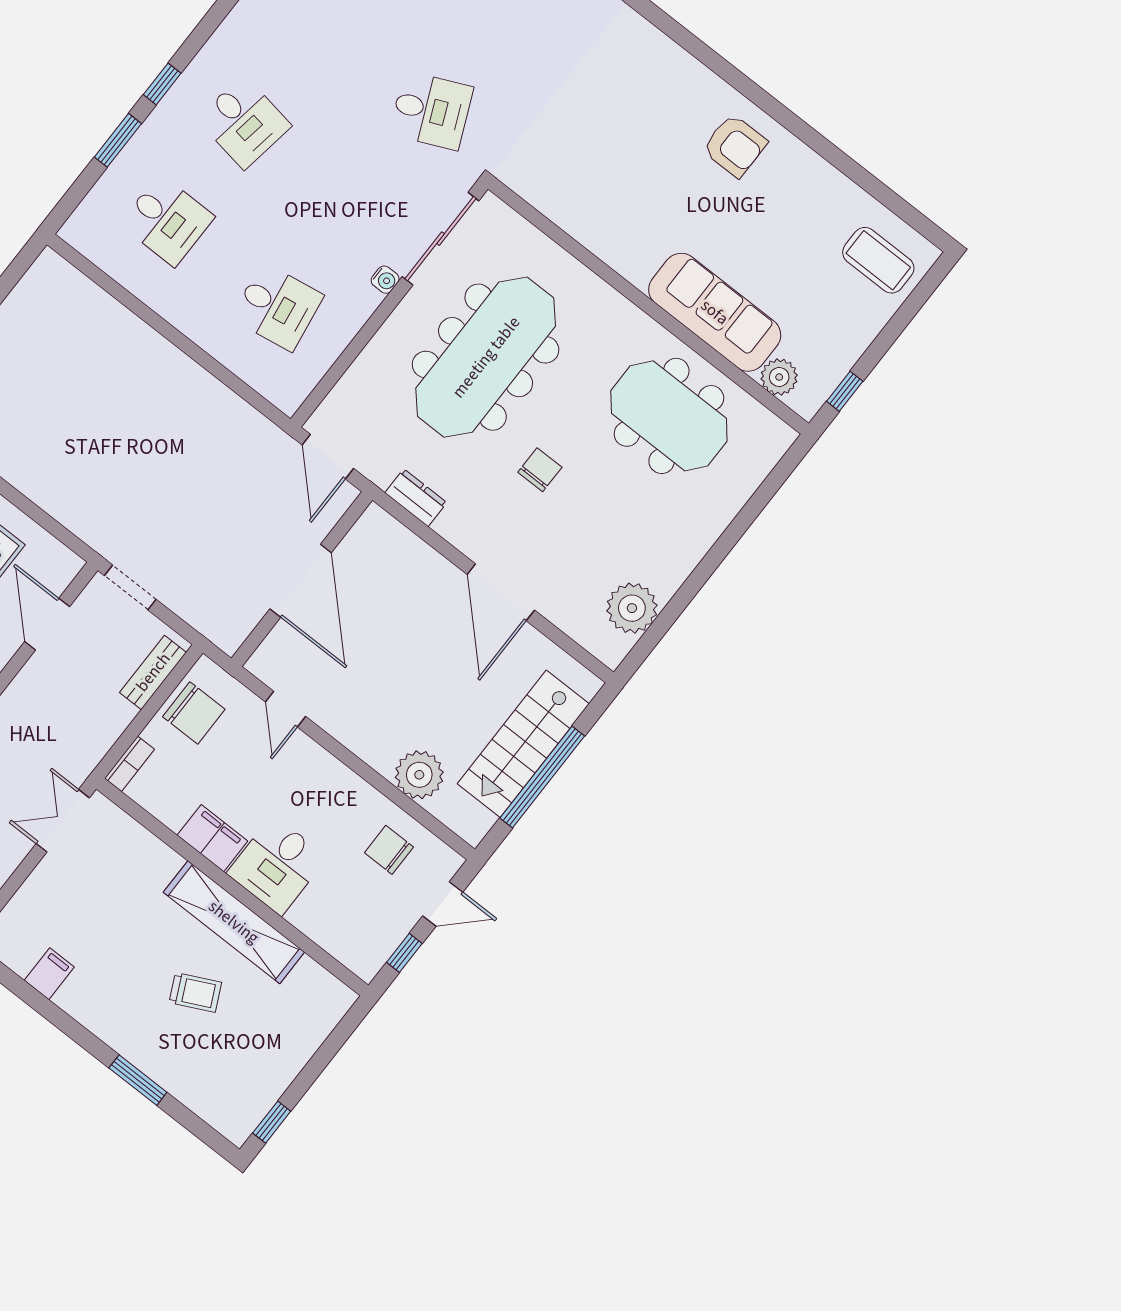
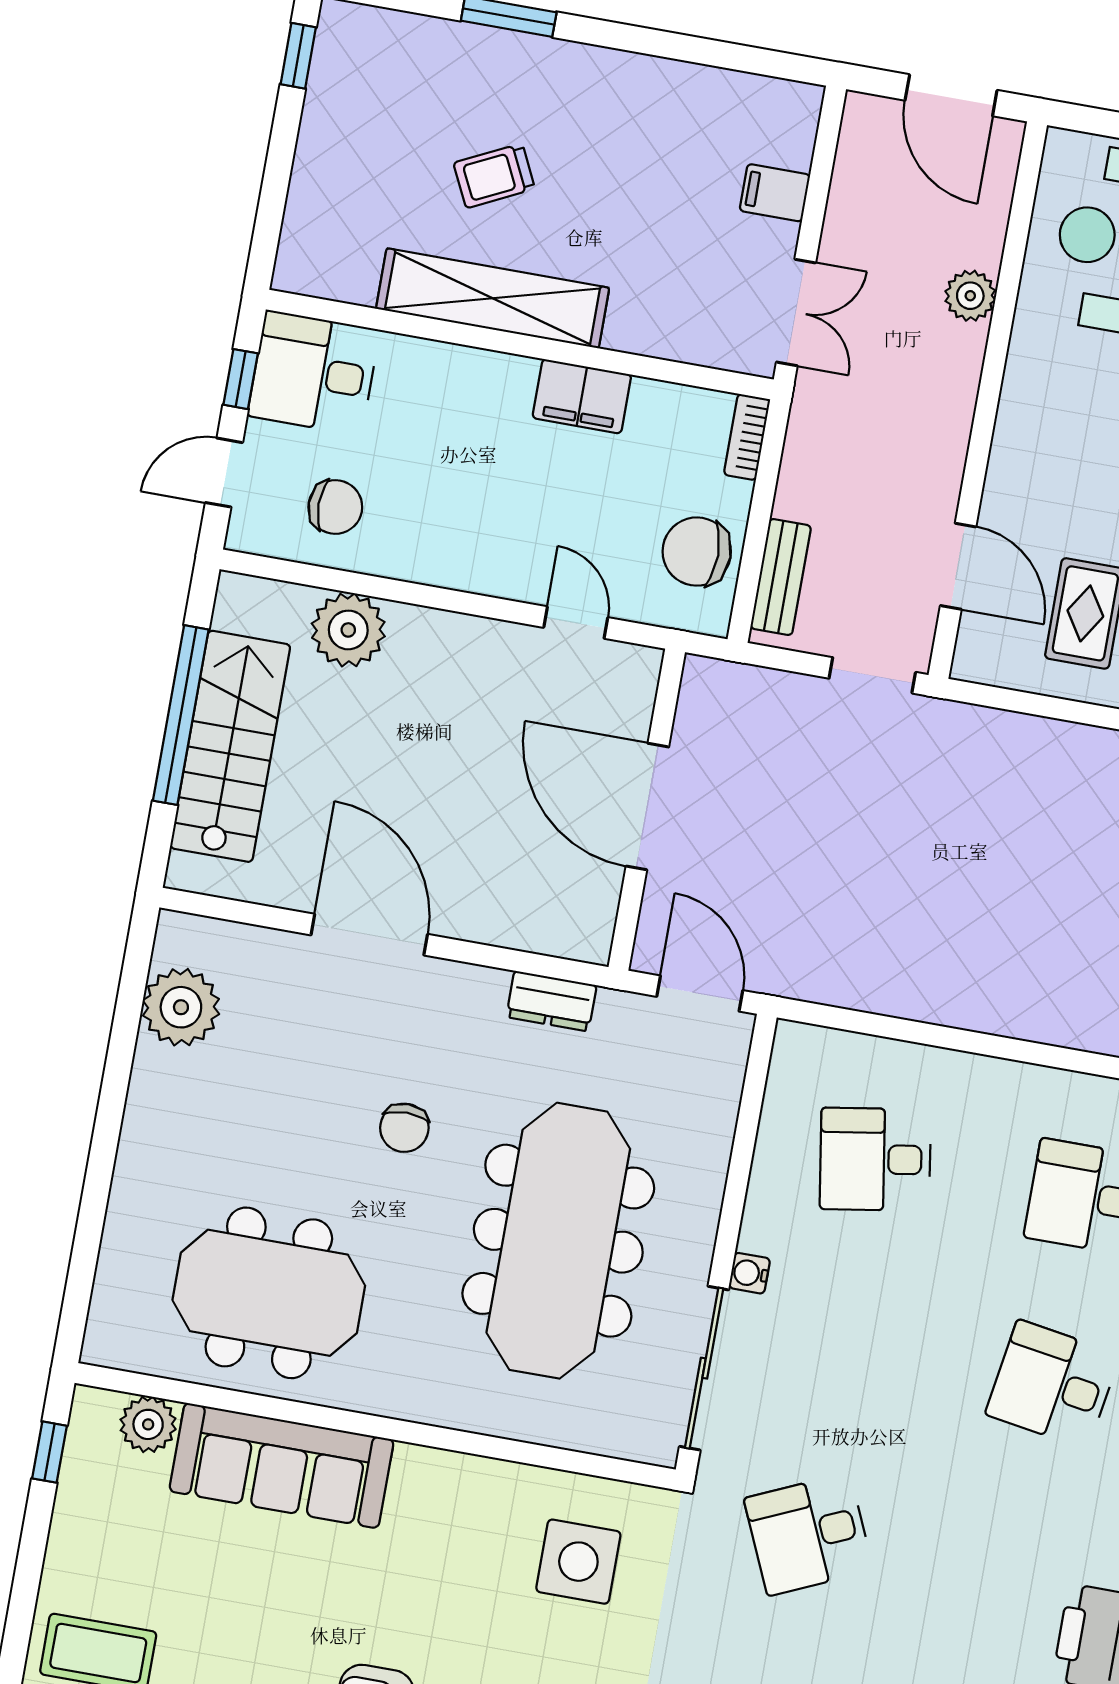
side table: (573, 165) -> (578, 1562), added
desk: (277, 865) -> (314, 373), moved, turned -90
filing cabinet: (49, 974) -> (775, 193), moved, turned 90

